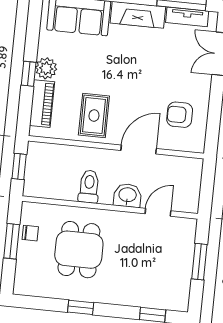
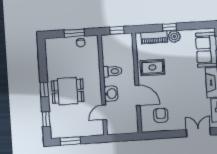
door: (158, 212) -> (104, 112), swing flipped
dining table: (79, 250) -> (68, 91), moved
window: (199, 262) -> (70, 141), moved
window: (81, 307) -> (44, 90), moved

